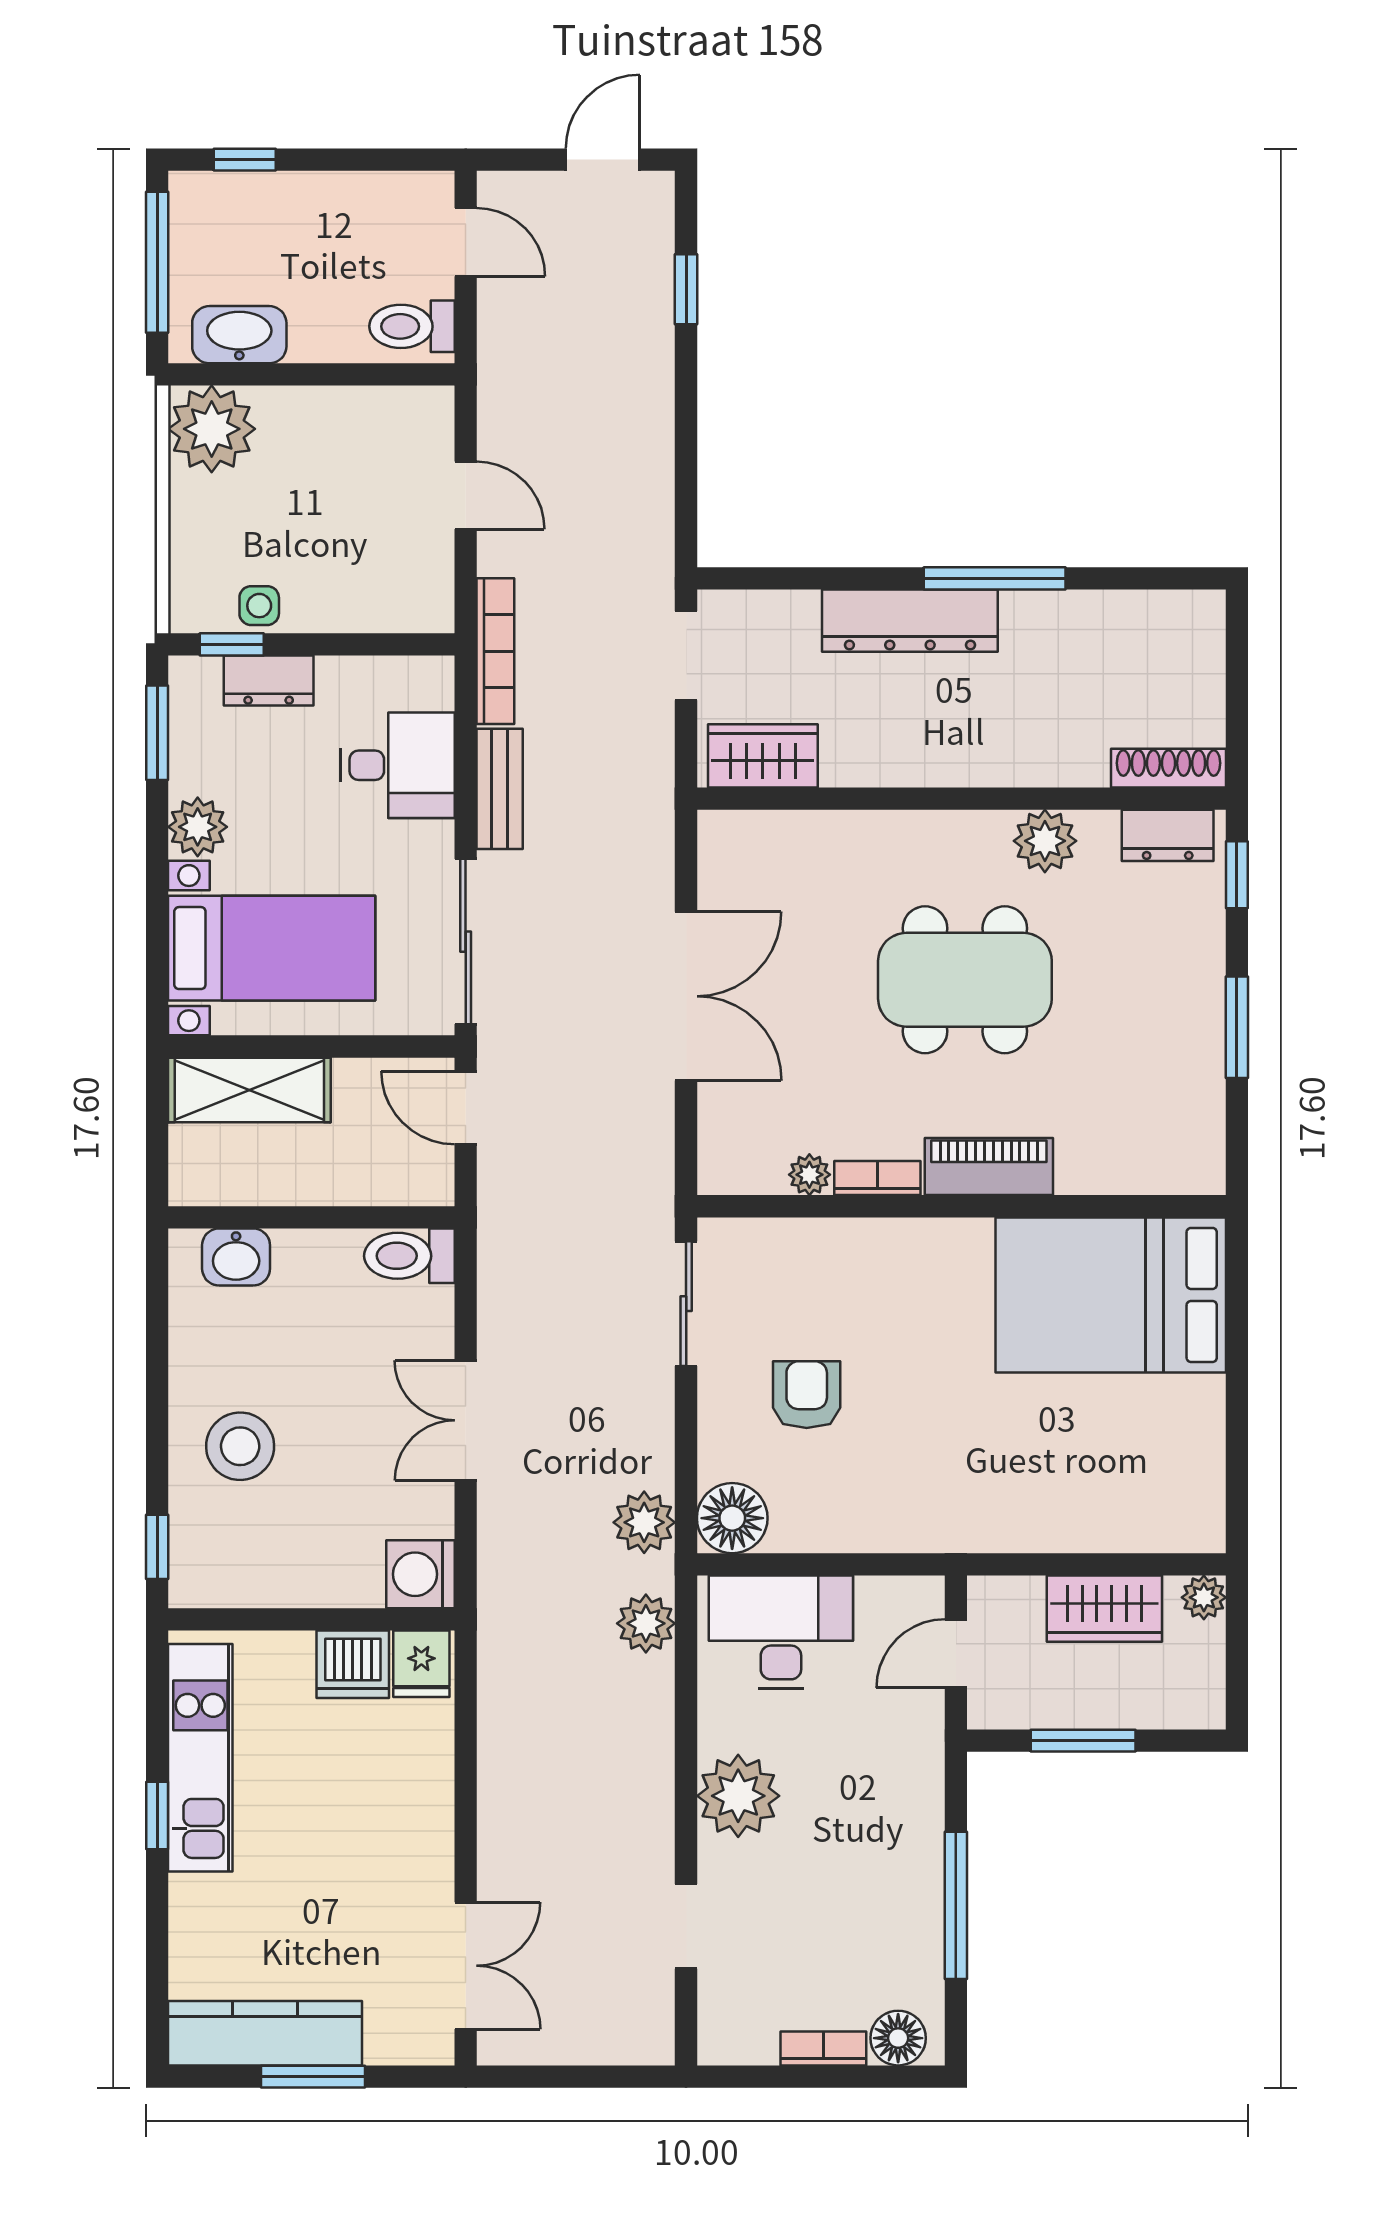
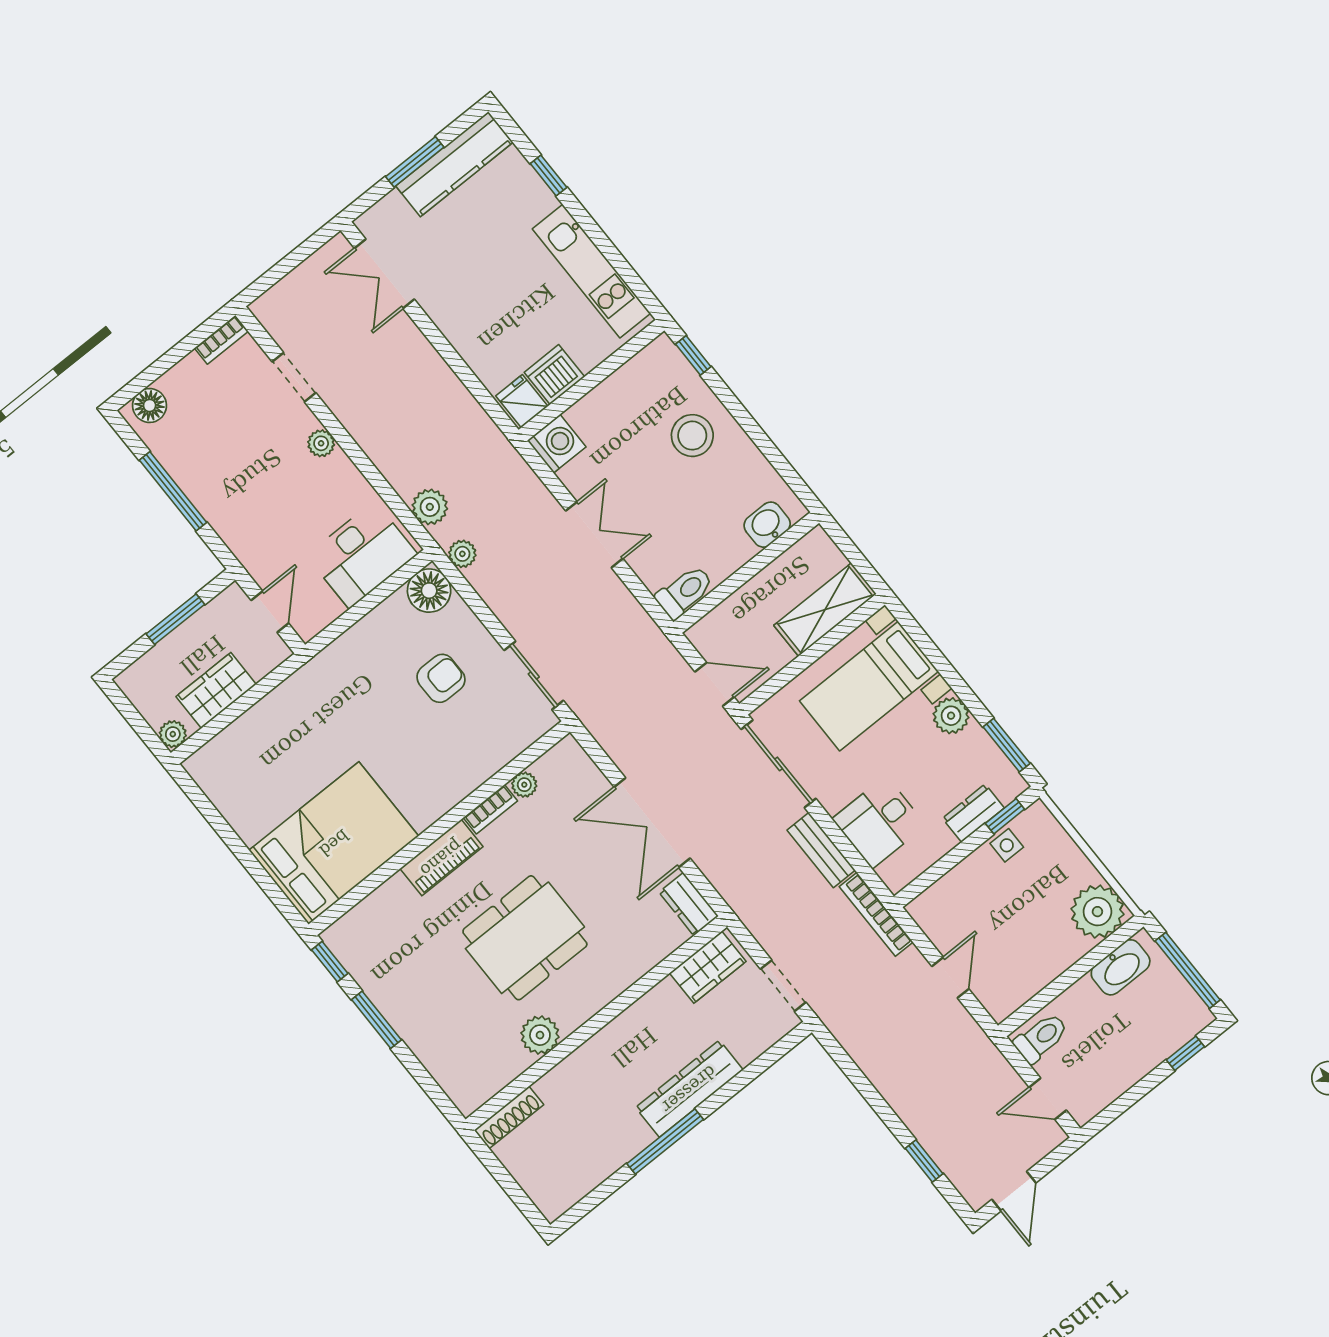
door: (466, 495) -> (950, 978), swing flipped
dresser: (1168, 835) -> (689, 904), moved, turned -90
window: (1237, 875) -> (330, 962), moved
armchair: (807, 1395) -> (441, 678), turned -90
plant: (644, 1522) -> (462, 554), width x0.73, depth x0.73
plant: (738, 1796) -> (321, 443), width x0.53, depth x0.53
window: (157, 1816) -> (549, 175), moved
bookcase: (823, 2048) -> (221, 340), moved

